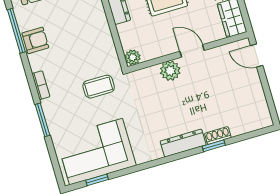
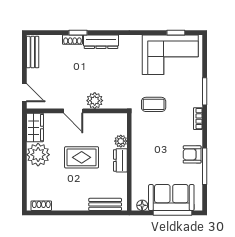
plant: (133, 57) -> (121, 141), moved
bench: (261, 107) -> (33, 52), added

